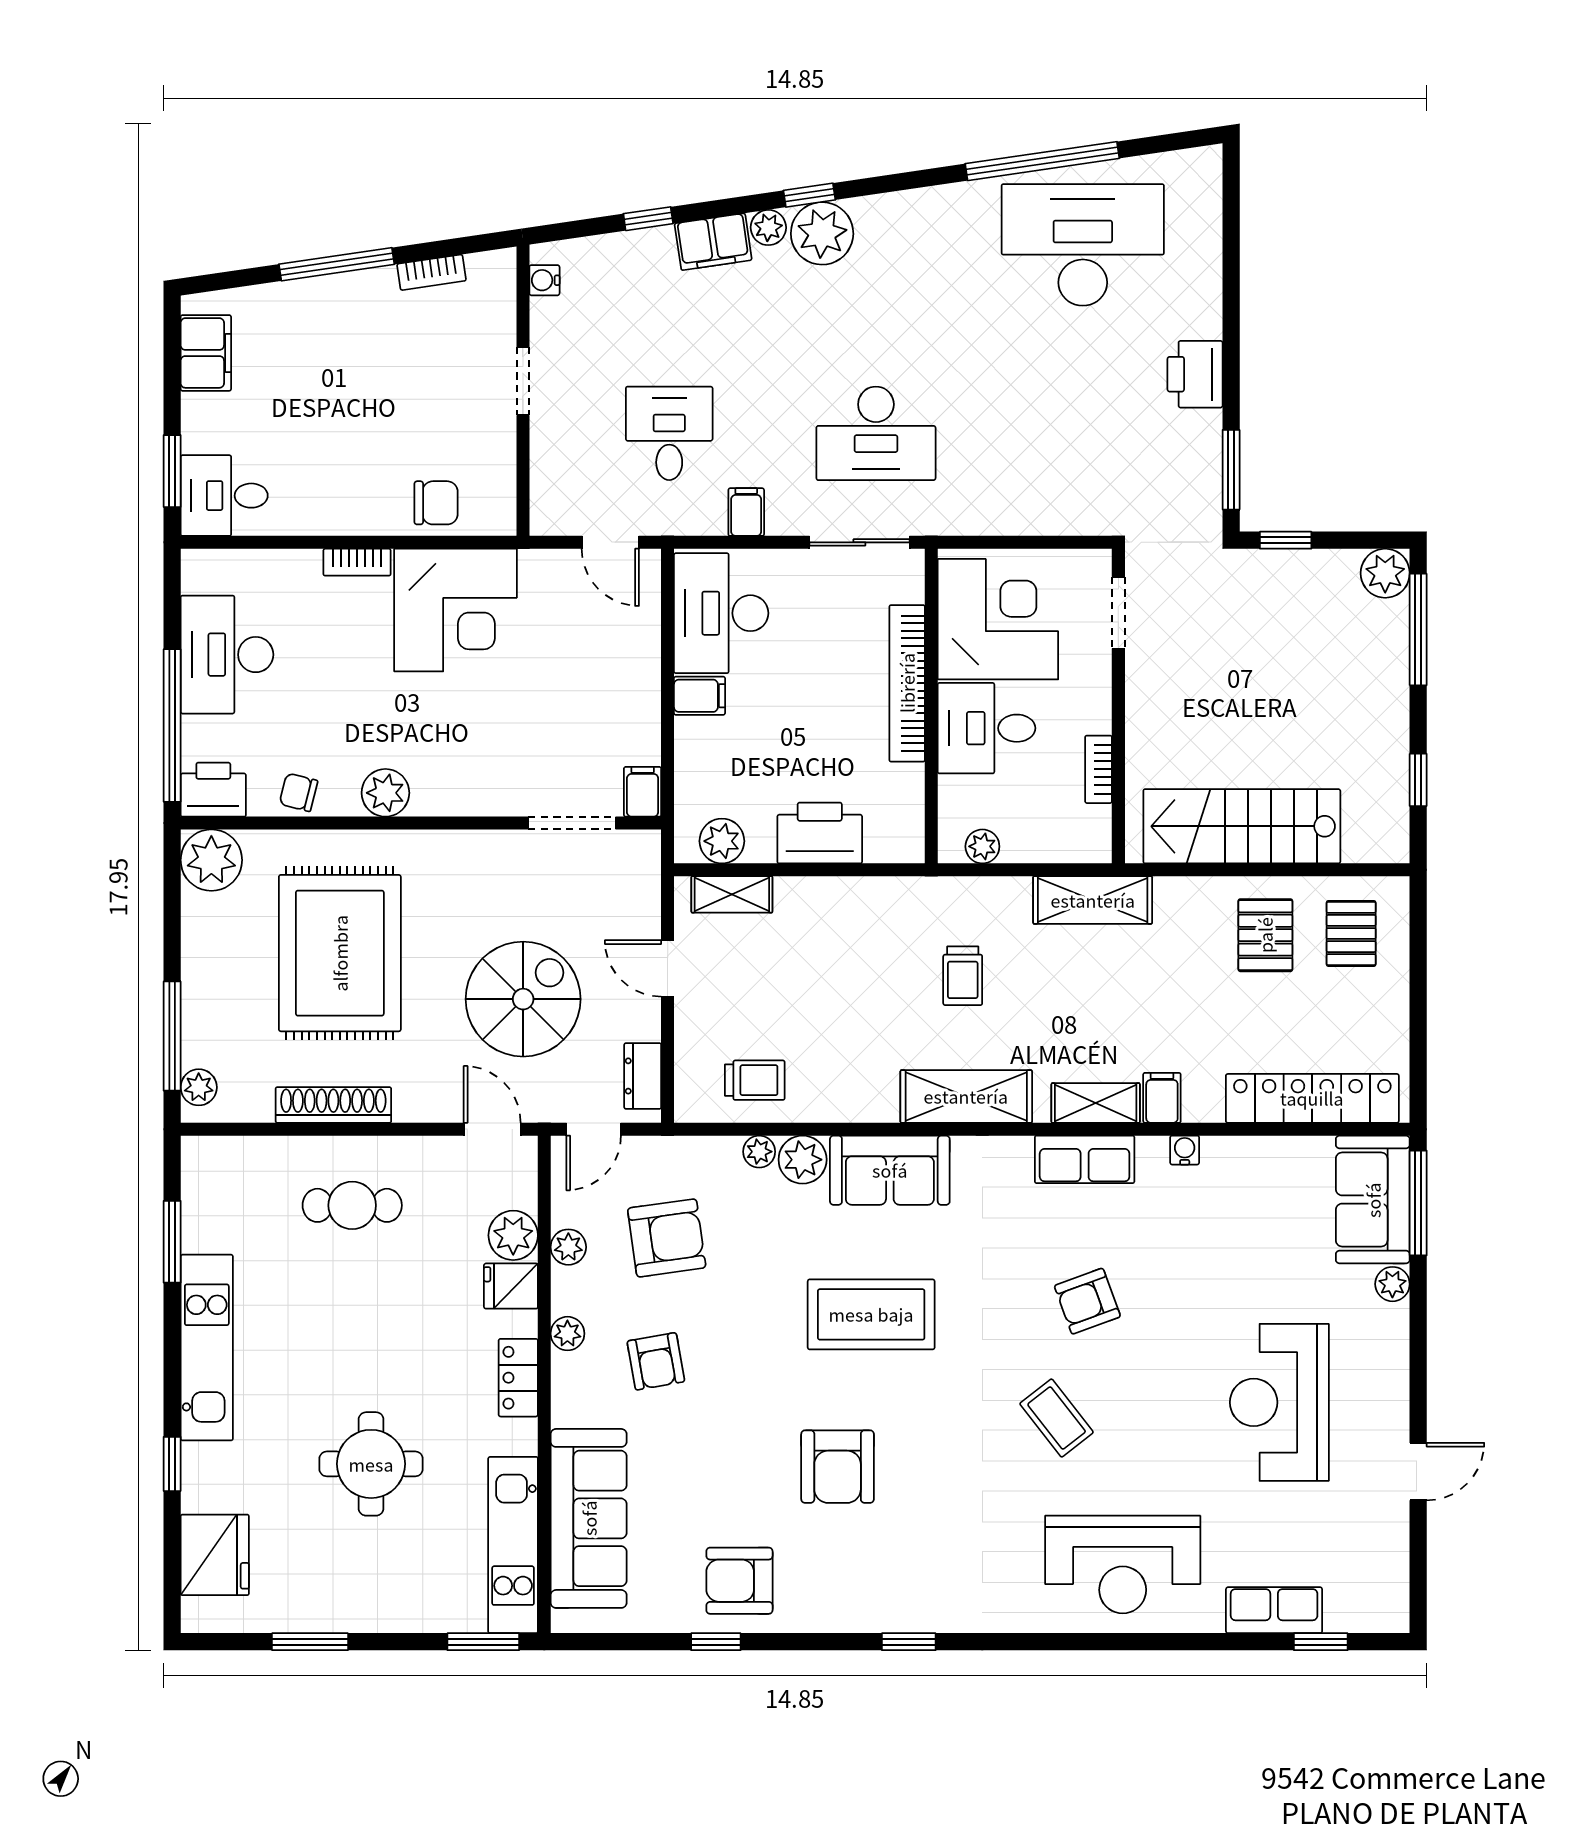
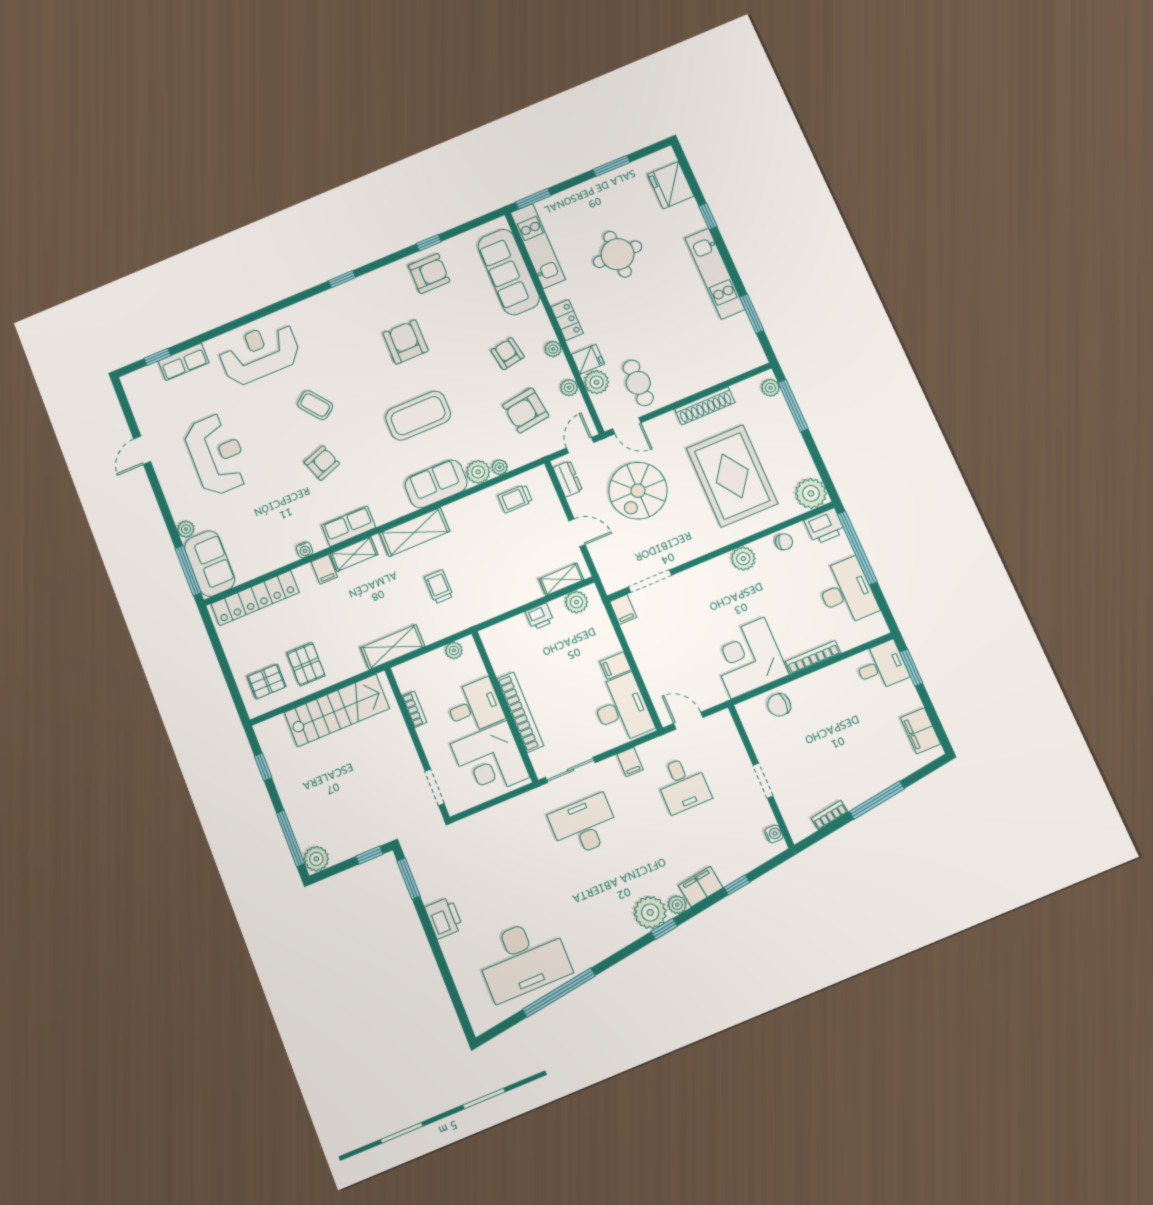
bookcase: (357, 562) -> (813, 657), width x1.56
printer: (820, 833) -> (540, 616), width x0.53, depth x0.68
pallet: (1351, 933) -> (267, 682), turned 90
cafe table: (352, 1205) -> (638, 383), moved, turned 90

